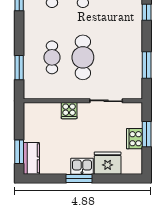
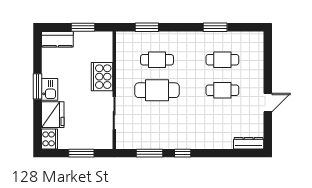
window: (147, 12) -> (183, 153), moved
cooker: (69, 111) -> (102, 77), width x1.87, depth x1.31
cooker: (135, 139) -> (50, 139), moved, turned 90
window: (19, 152) -> (83, 27), moved

